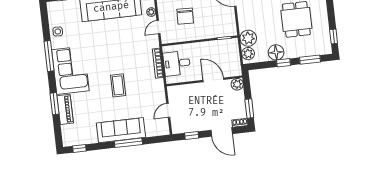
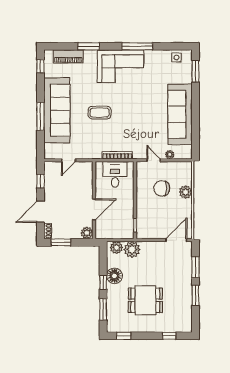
side table: (58, 32) -> (176, 58), moved
piano: (65, 109) -> (68, 56), moved
door: (168, 110) -> (68, 160), swing flipped
sofa: (121, 130) -> (57, 110), width x1.36, depth x1.27

